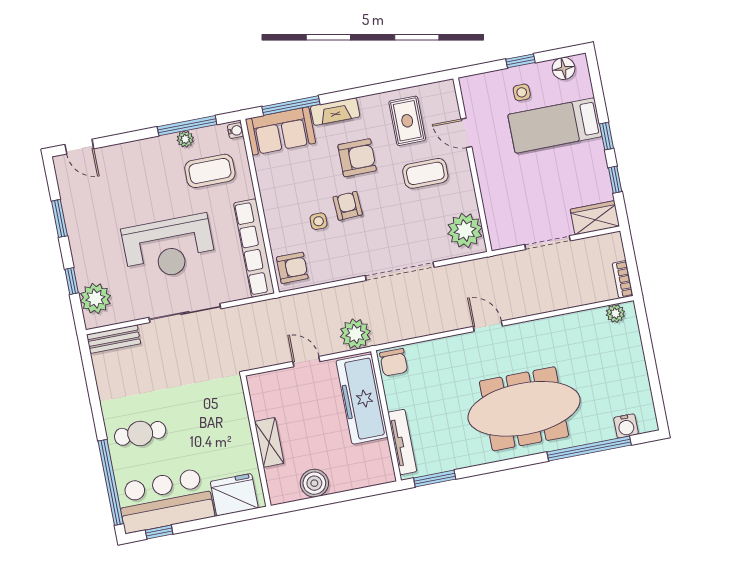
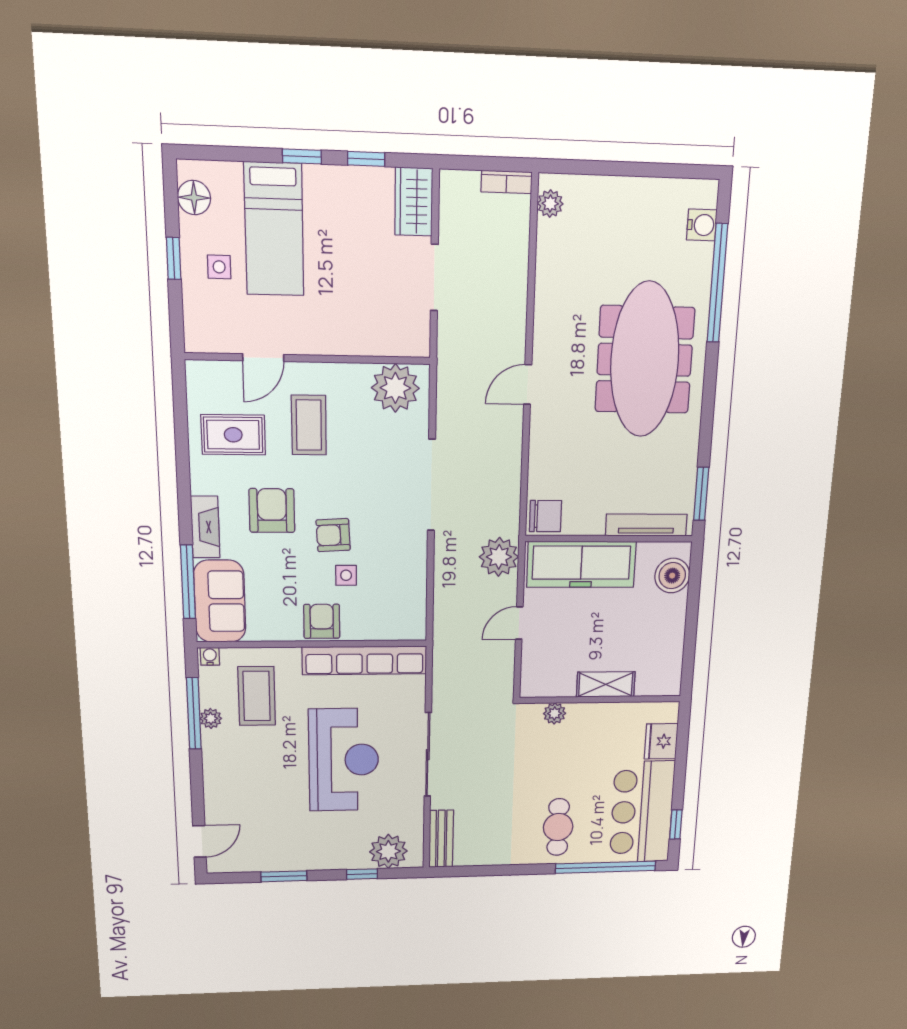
armchair: (292, 268) -> (322, 621), moved
plant: (238, 407) -> (555, 713), added
boiler: (314, 483) -> (672, 576), moved
fridge: (234, 495) -> (661, 741), width x0.73, depth x0.75

